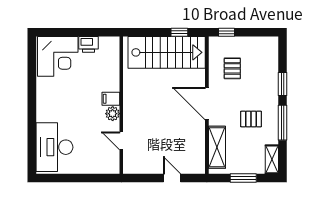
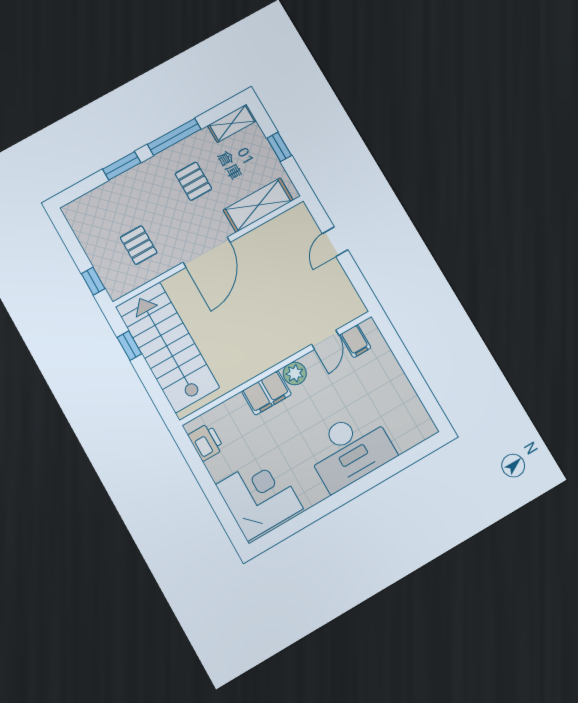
printer: (89, 44) -> (206, 442), moved
pallet: (232, 68) -> (139, 245), turned 90
filing cabinet: (111, 99) -> (266, 393), width x2.00
desk: (54, 147) -> (350, 450), moved
filing cabinet: (111, 157) -> (355, 341), added
window: (243, 178) -> (279, 147), width x0.67

